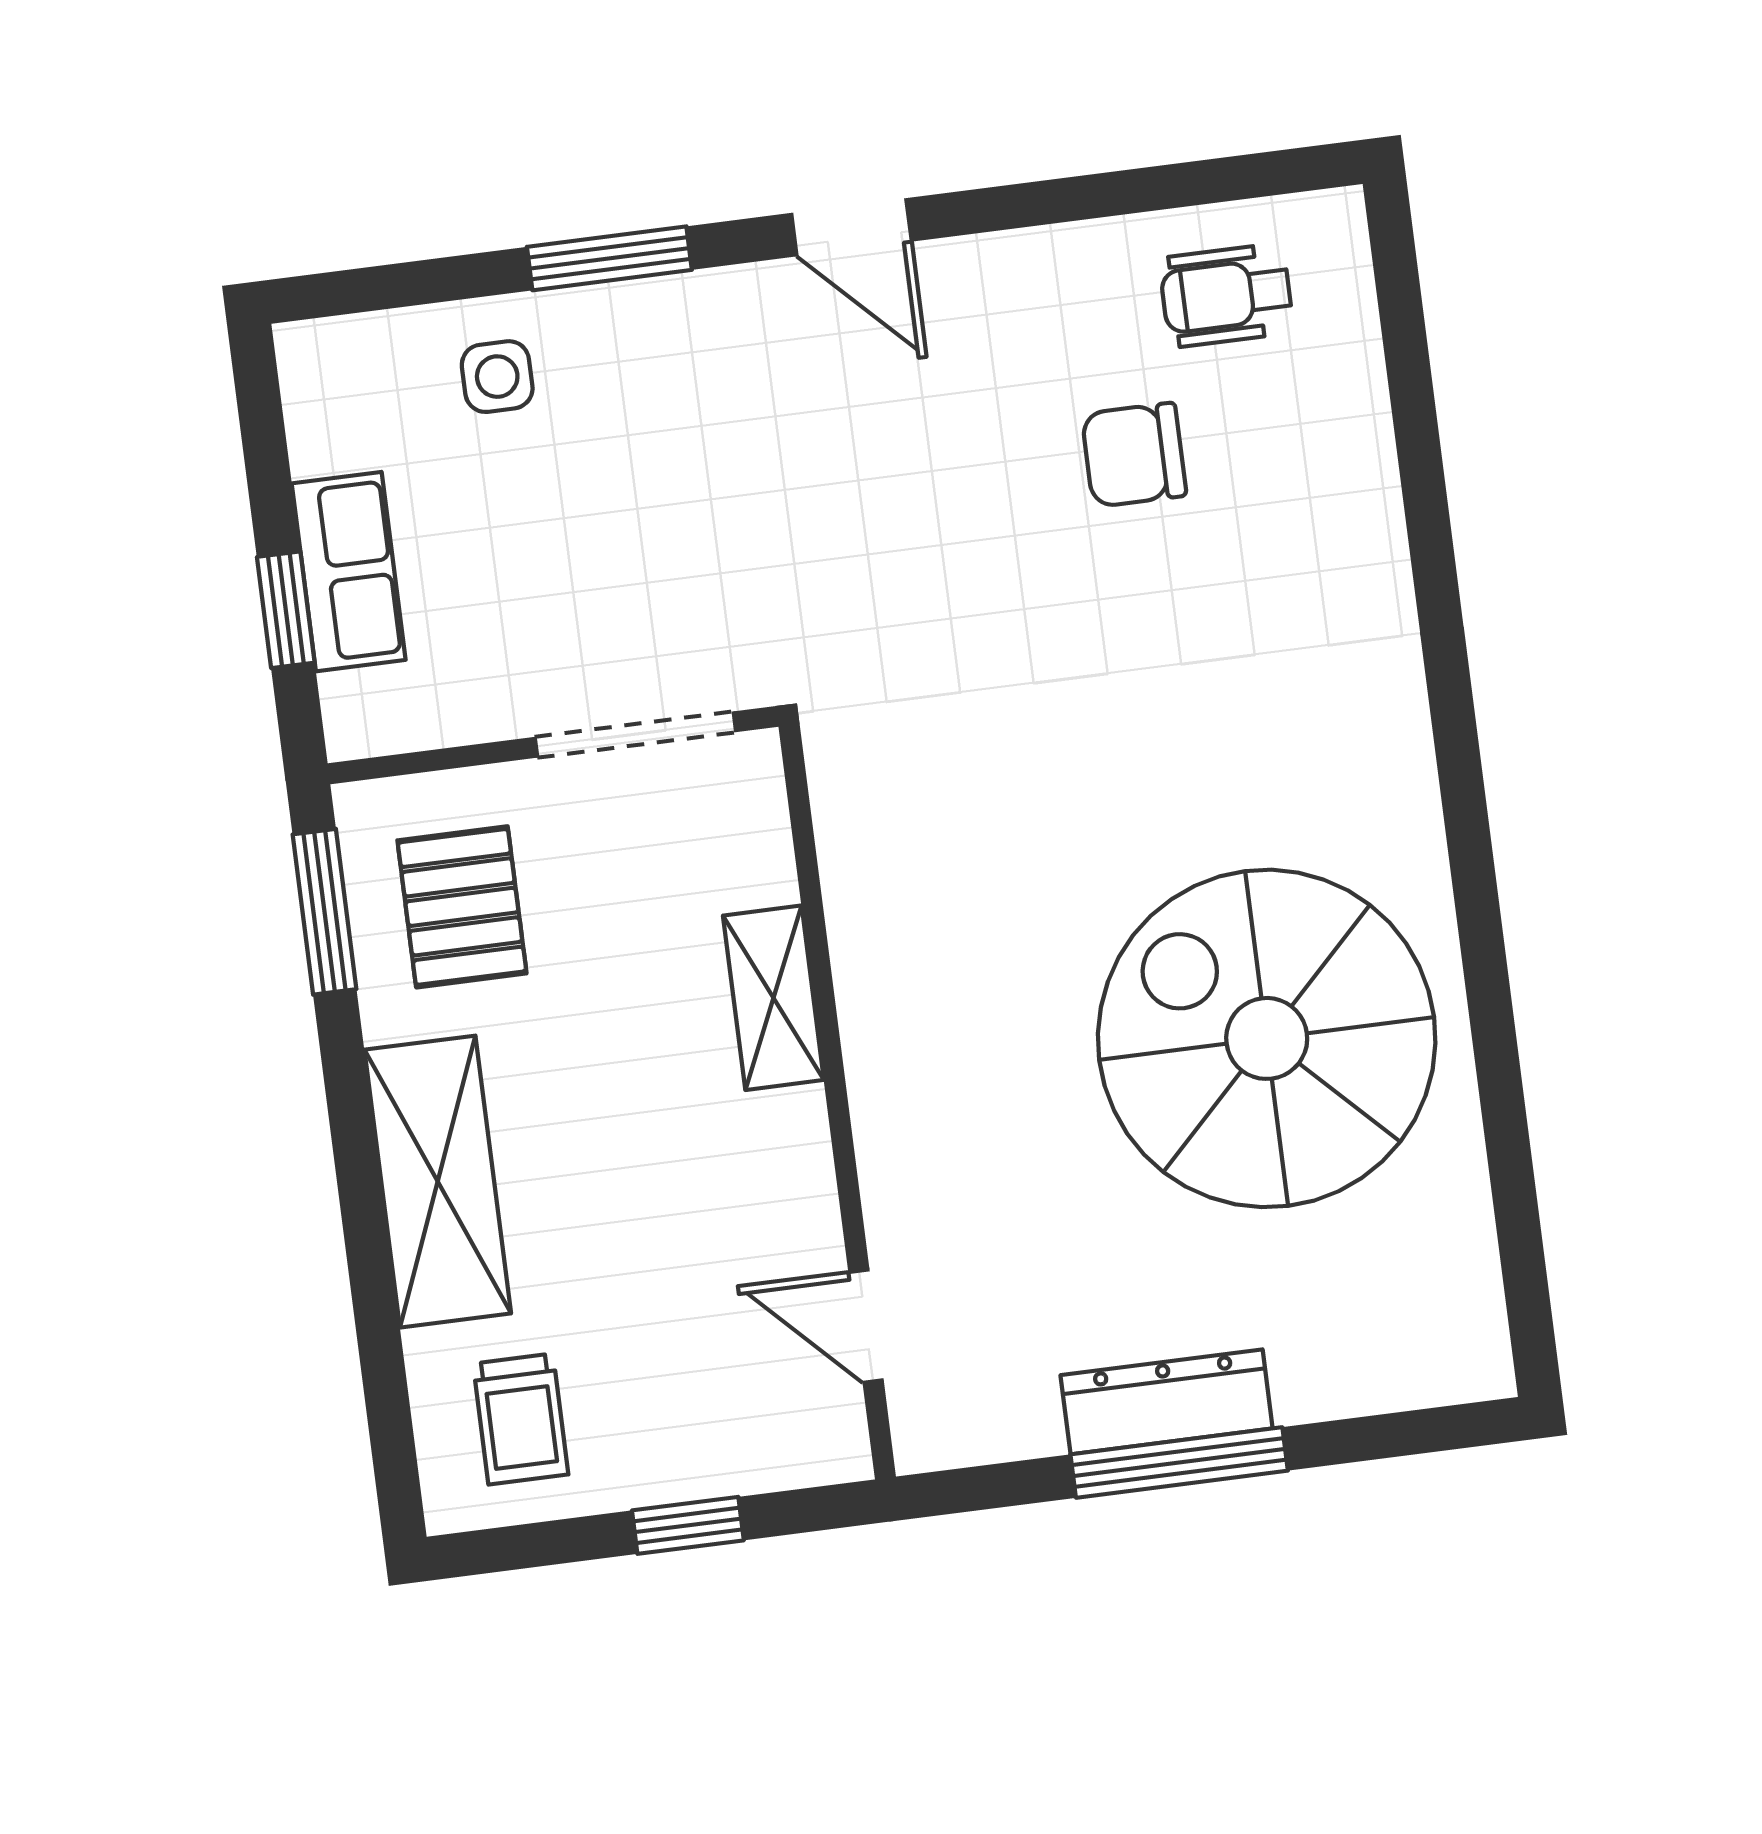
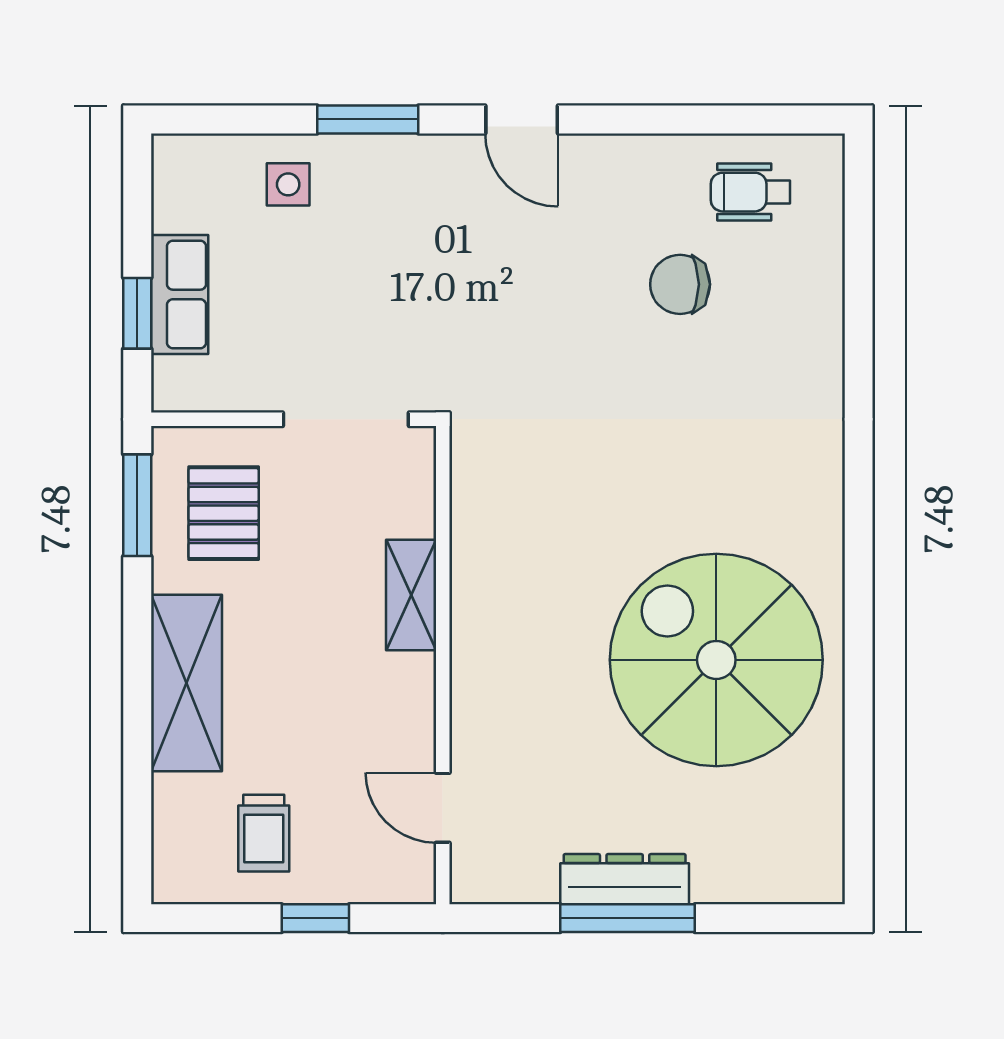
trolley: (521, 1419) -> (264, 833), moved

